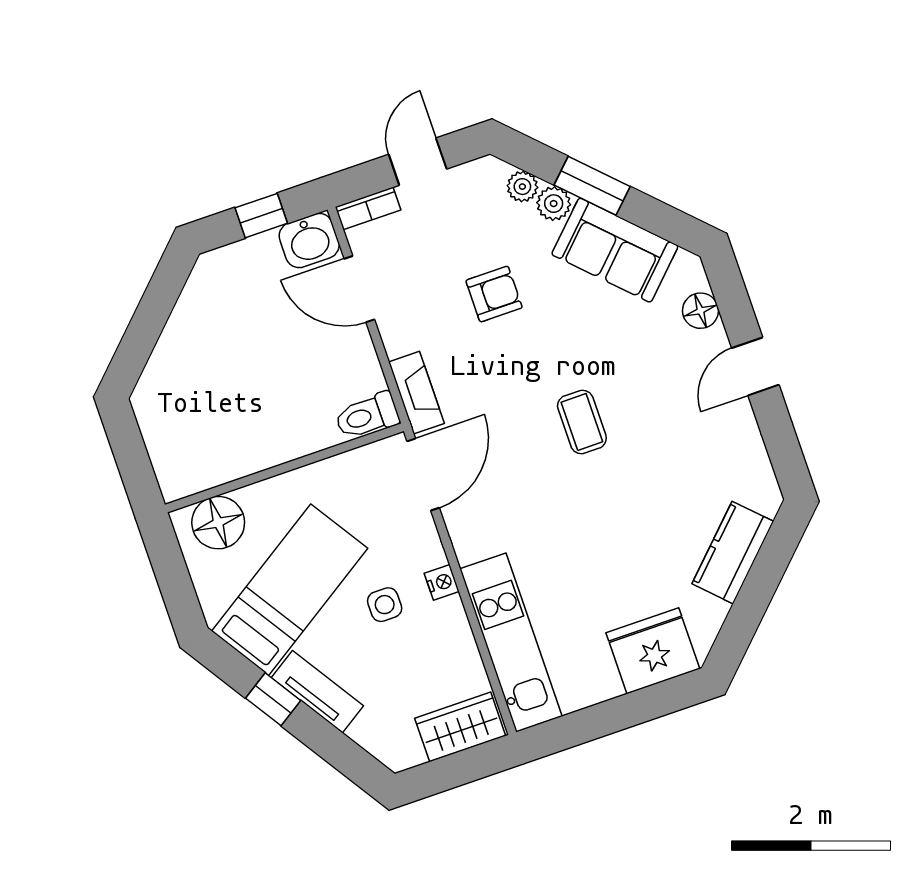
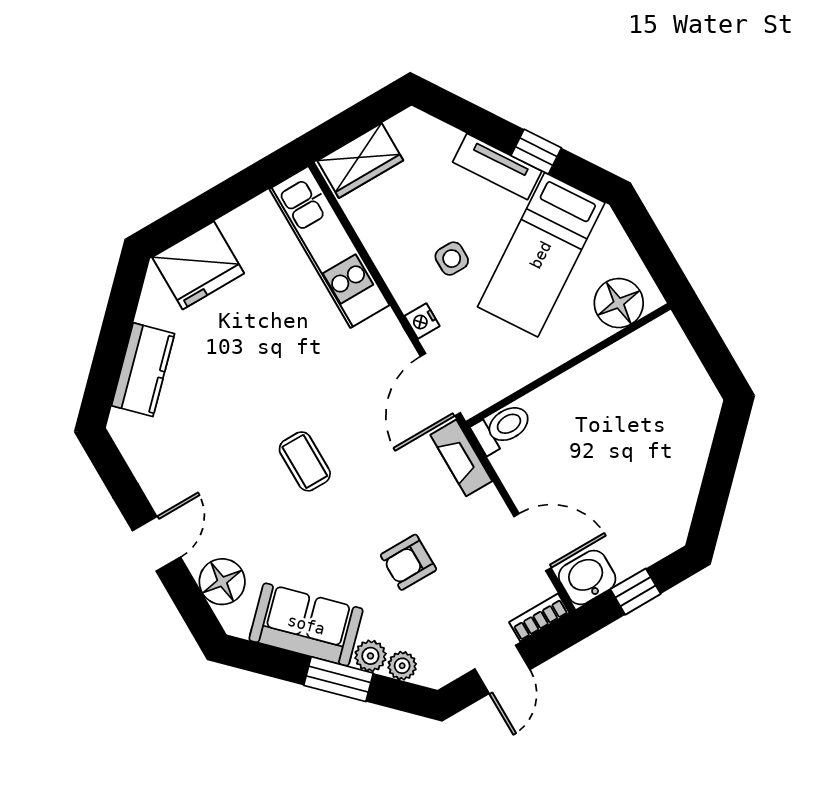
floor lamp: (700, 311) -> (222, 582), width x1.38, depth x1.38
nightstand: (442, 582) -> (422, 321), moved

